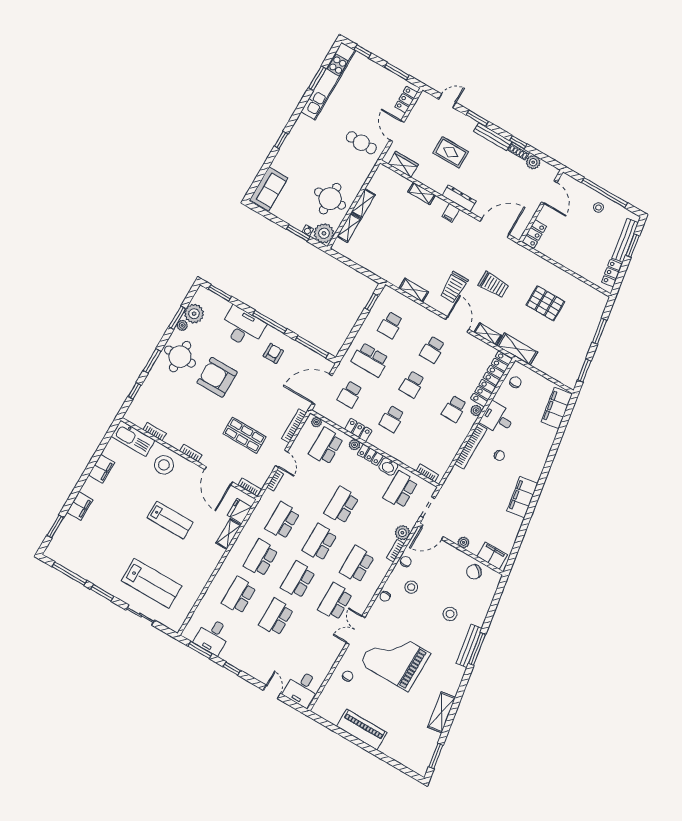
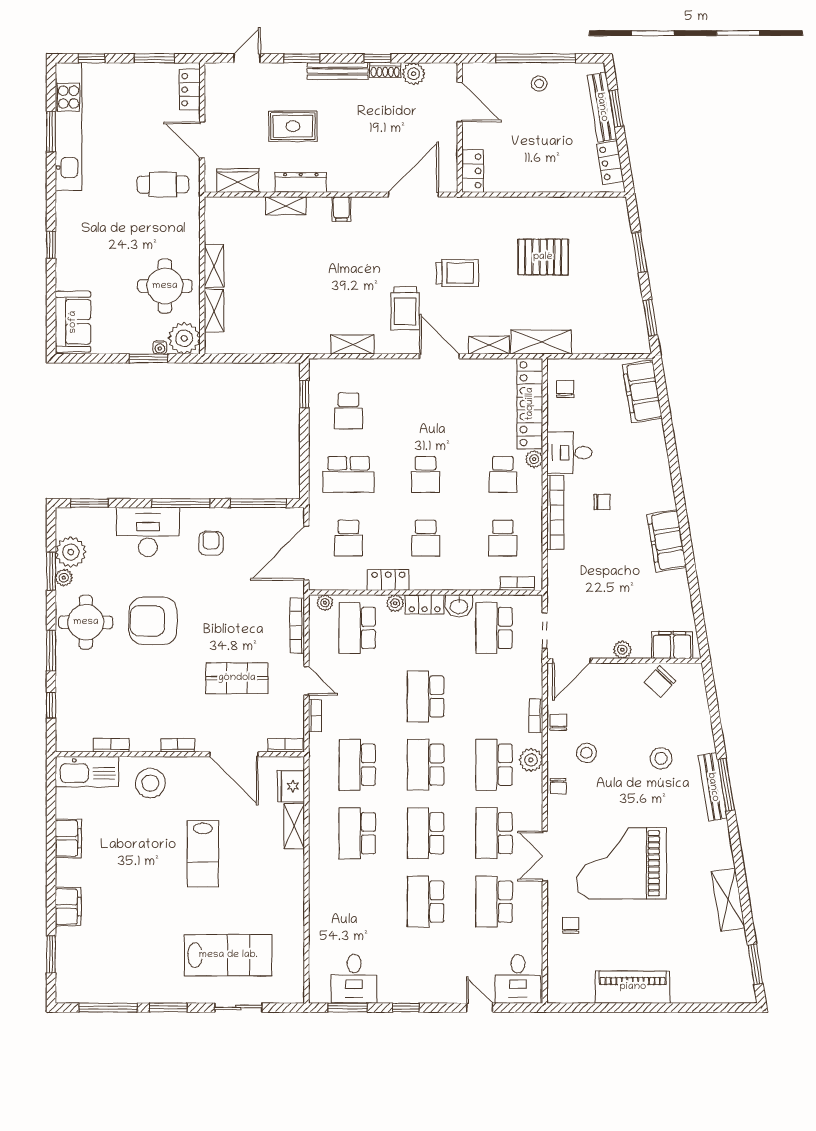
dresser: (459, 198) -> (301, 182), moved
school desk: (432, 350) -> (503, 538), moved
lab bench: (170, 520) -> (203, 854), turned 90
plant: (402, 533) -> (531, 760), moved
school desk: (239, 595) -> (494, 902), moved

